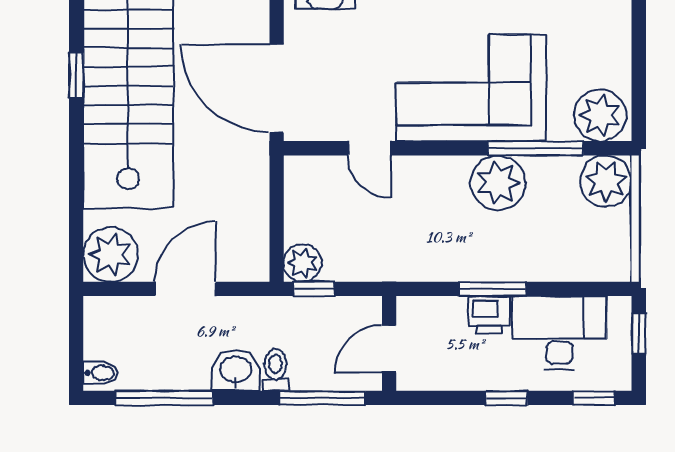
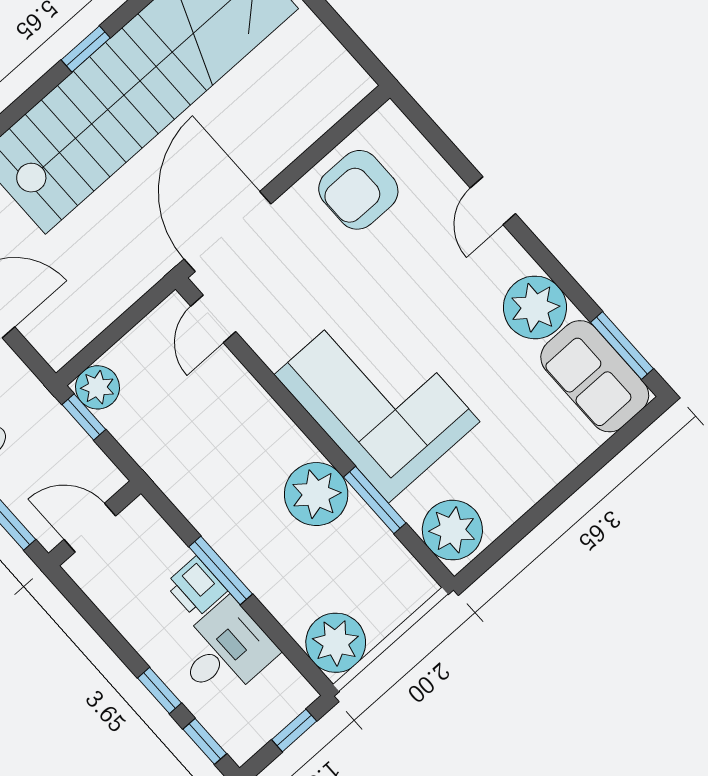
door: (369, 148) -> (213, 319), moved
window: (536, 148) -> (375, 500), width x0.69
plant: (606, 181) -> (336, 643), moved
desk: (560, 333) -> (225, 651), width x0.73
window: (506, 398) -> (159, 690), moved

